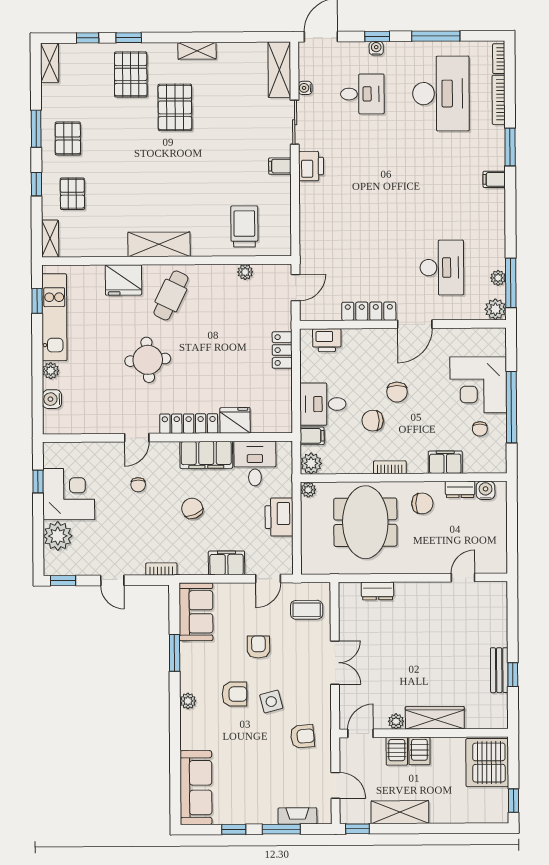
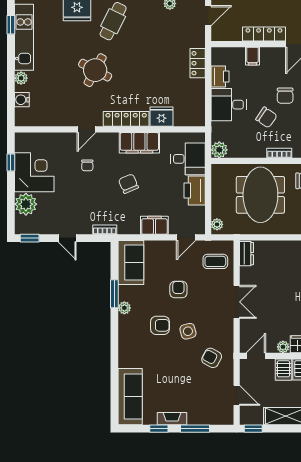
printer: (327, 340) -> (220, 77), moved, turned -90
round table: (148, 360) -> (95, 70), turned 32
chair: (373, 421) -> (266, 117), turned -146
filing cabinet: (312, 436) -> (253, 56), moved, turned 90
desk: (255, 463) -> (188, 159), moved, turned 90
plant: (308, 490) -> (217, 224), moved
dresser: (377, 591) -> (246, 254), moved, turned -90
plant: (188, 701) -> (124, 308), moved
armchair: (302, 736) -> (212, 358), turned -147
fireplace: (297, 816) -> (172, 419), moved

